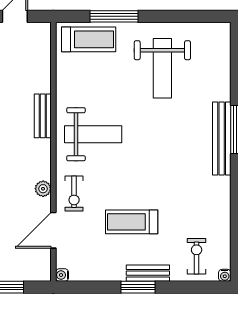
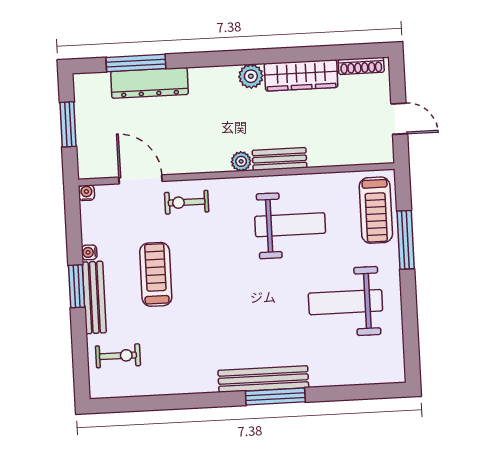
weight bench: (93, 134) -> (290, 225), moved, turned -90
plant: (43, 189) -> (241, 161), moved
bench: (148, 273) -> (94, 297), width x1.36
water cooler: (225, 275) -> (89, 252), moved

